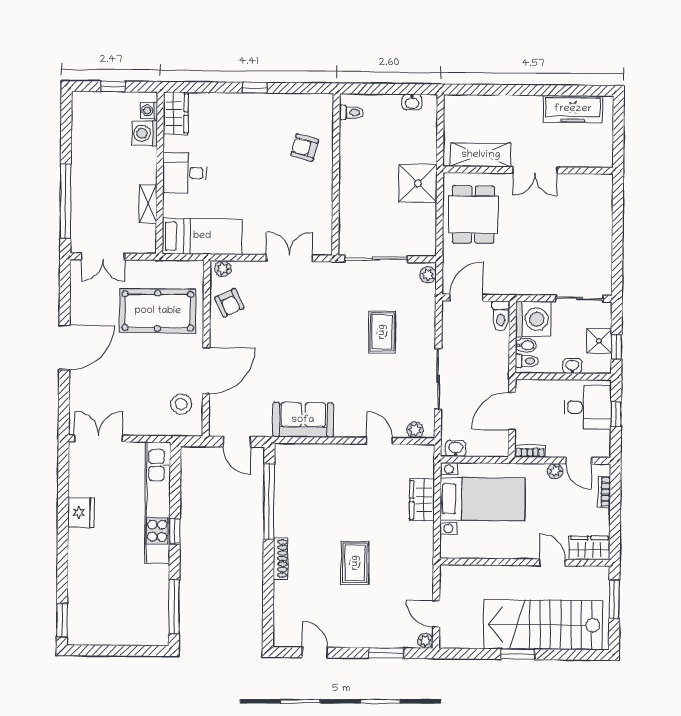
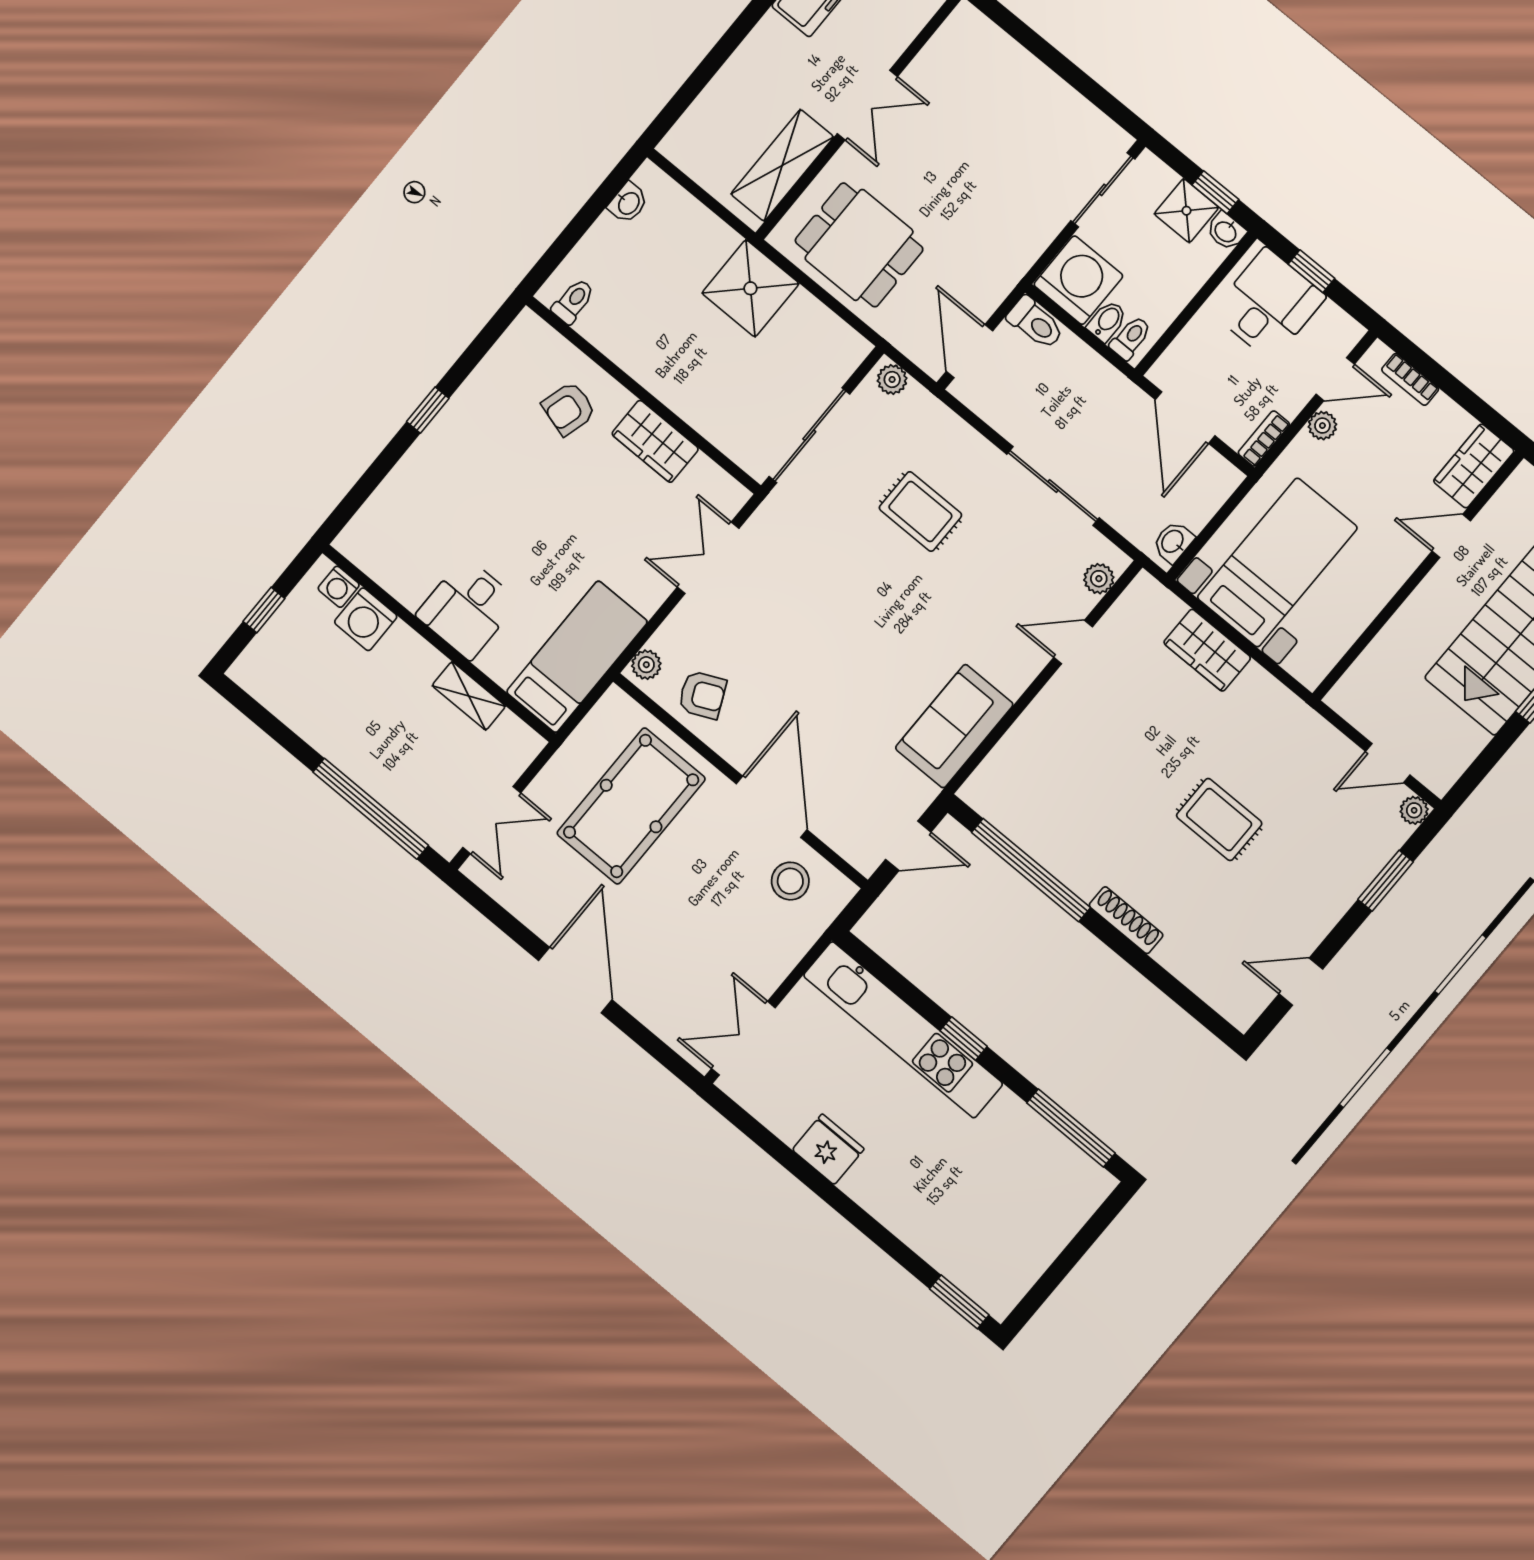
wardrobe: (176, 113) -> (655, 441), moved, turned 180
washbasin: (572, 366) -> (1226, 231), moved, turned -90

